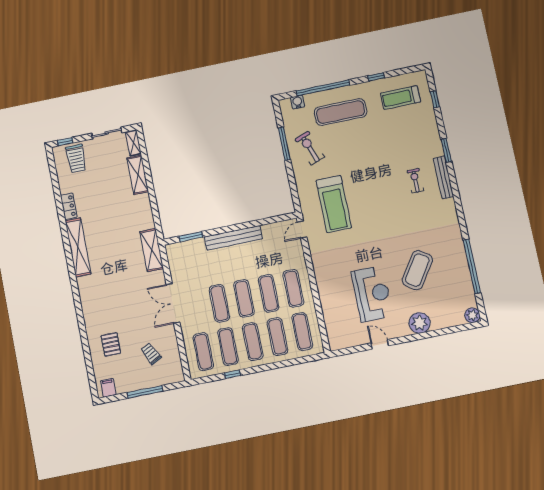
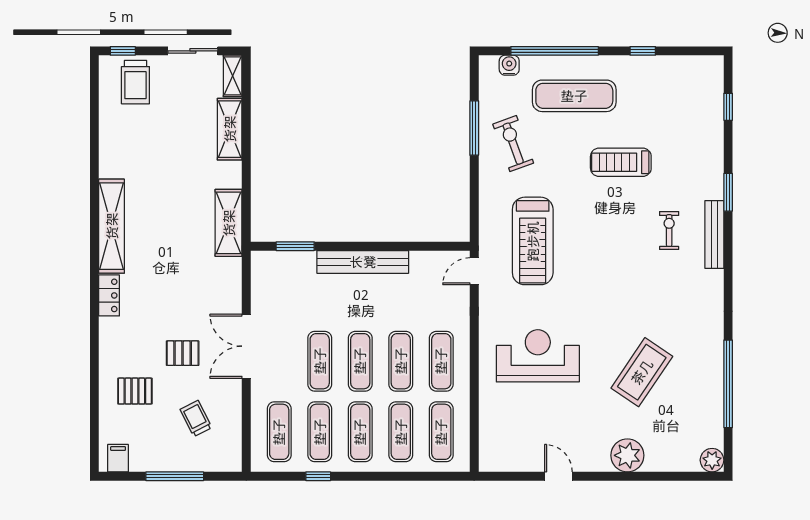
treadmill: (401, 97) -> (621, 162), moved
locker: (69, 206) -> (109, 295), moved
shelving: (152, 250) -> (229, 223), moved
reception desk: (372, 294) -> (538, 356), moved, turned -90
pallet: (135, 315) -> (183, 353), added
pallet: (111, 344) -> (135, 391), turned 90

